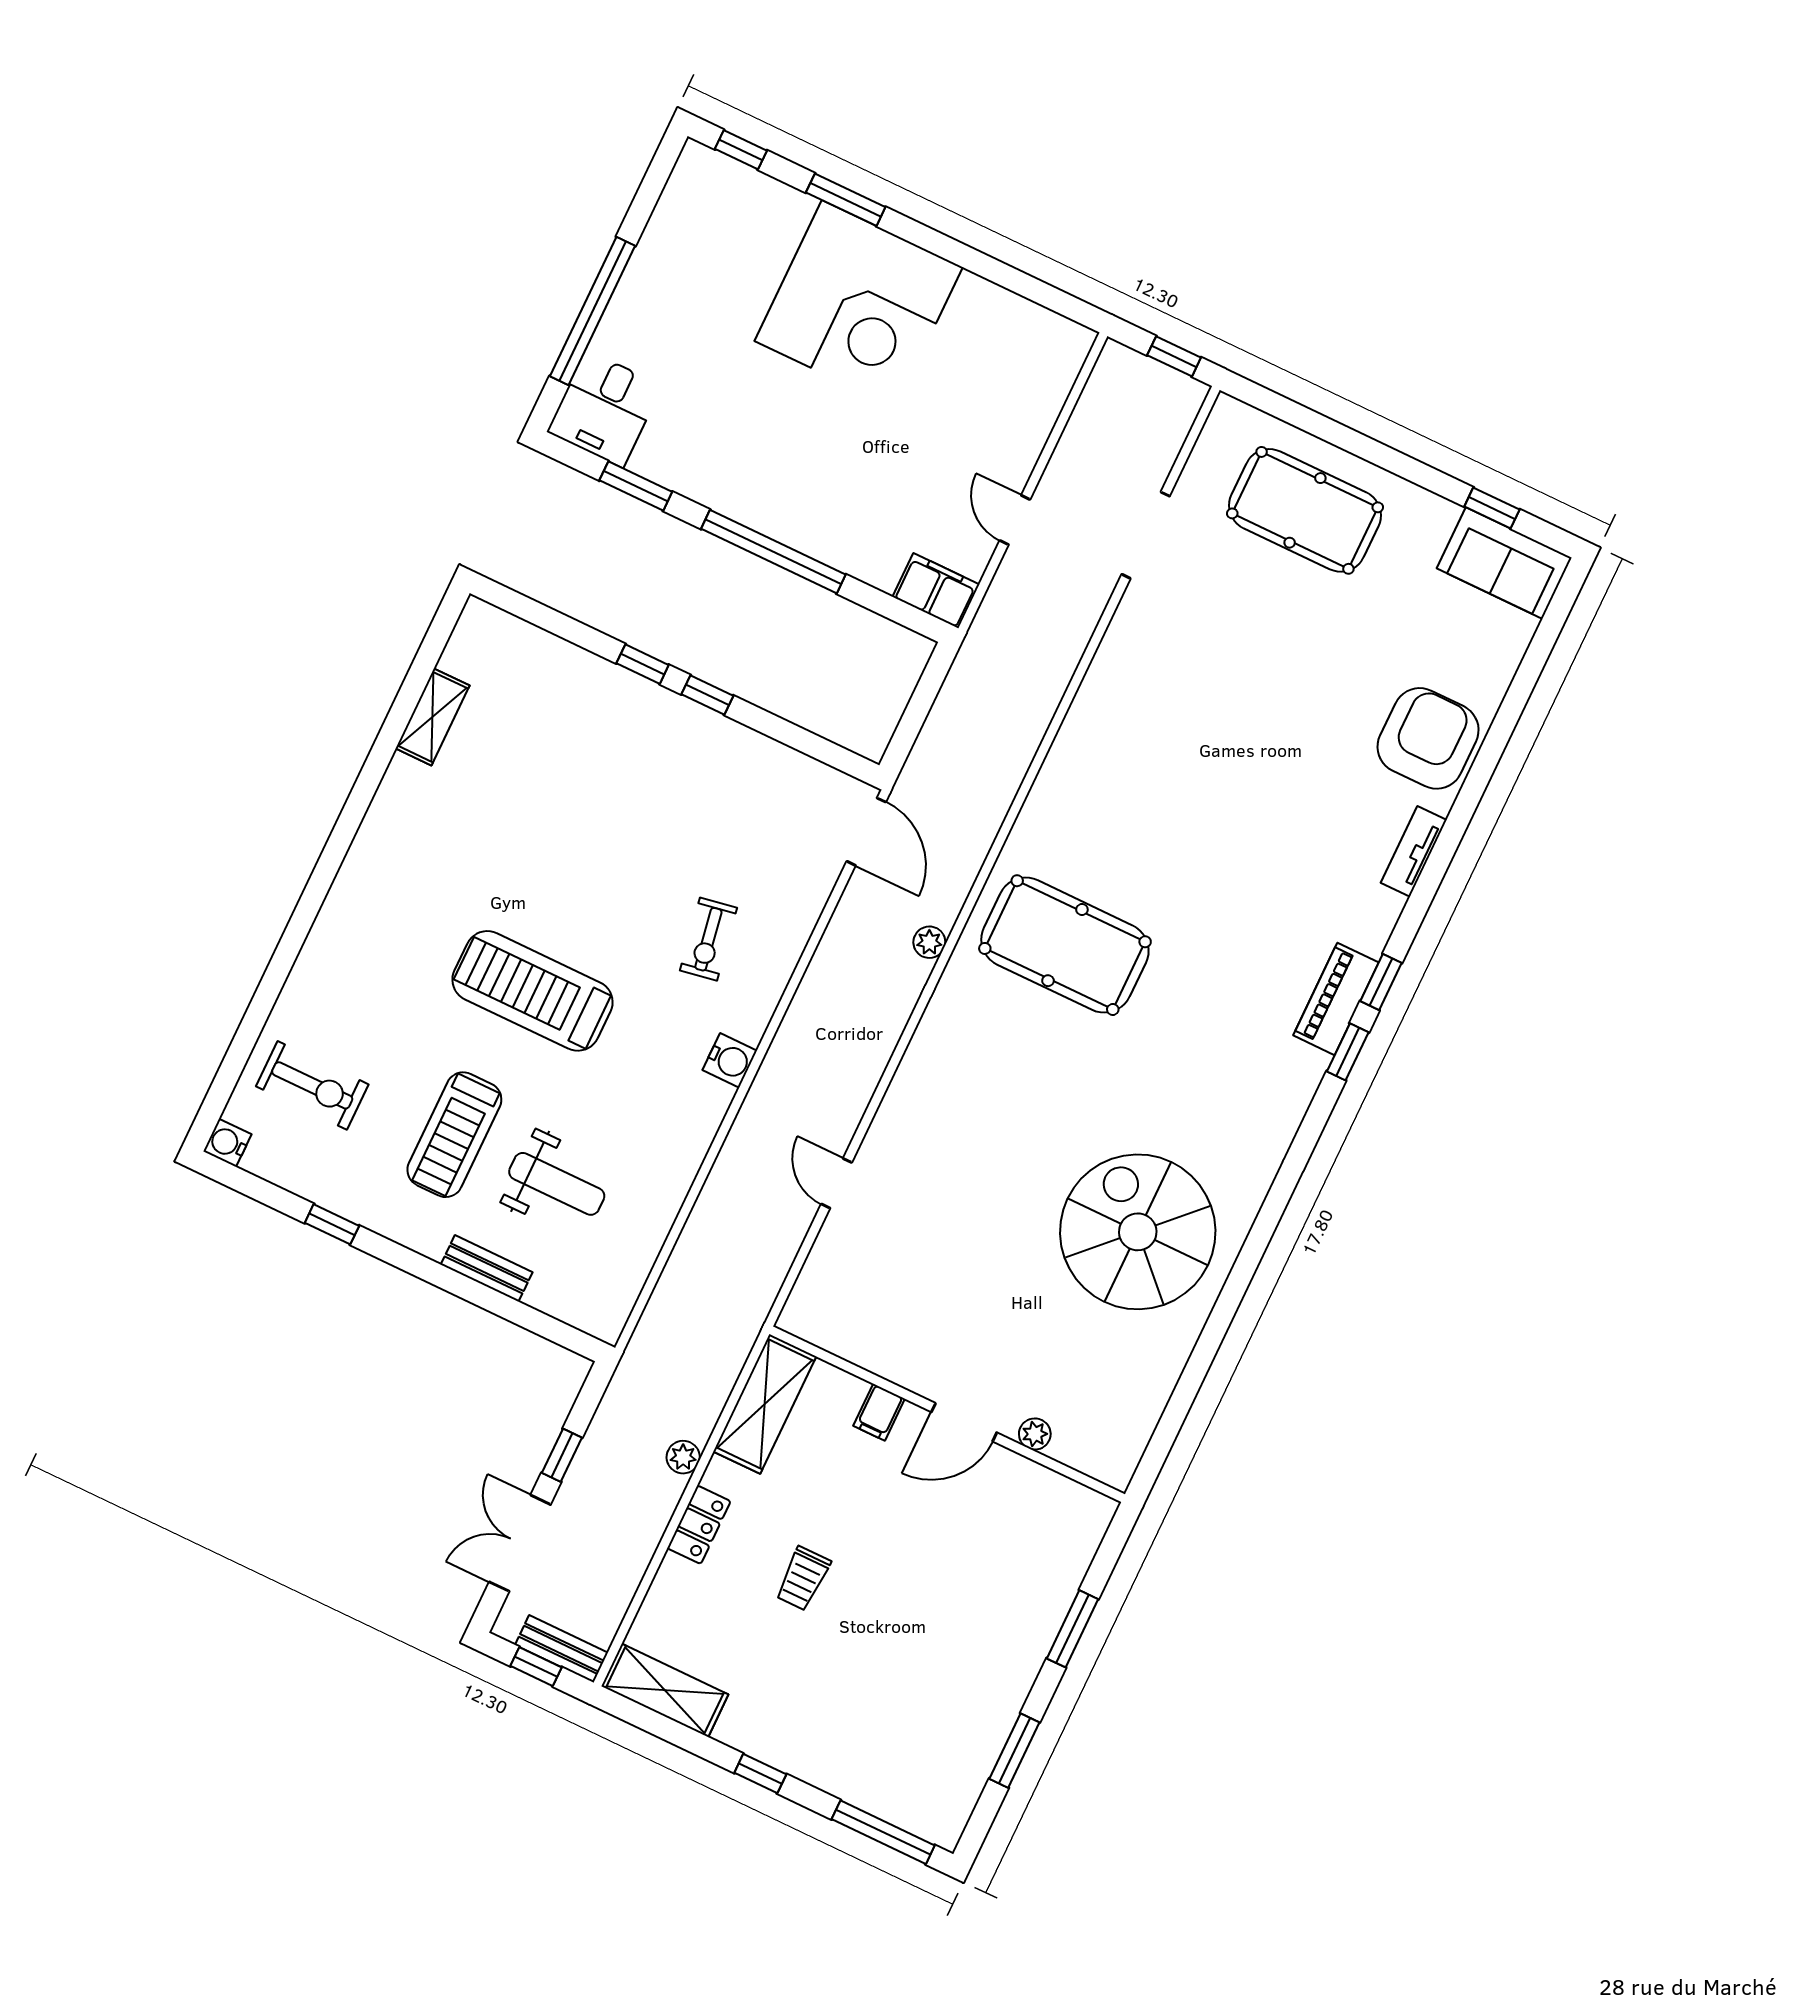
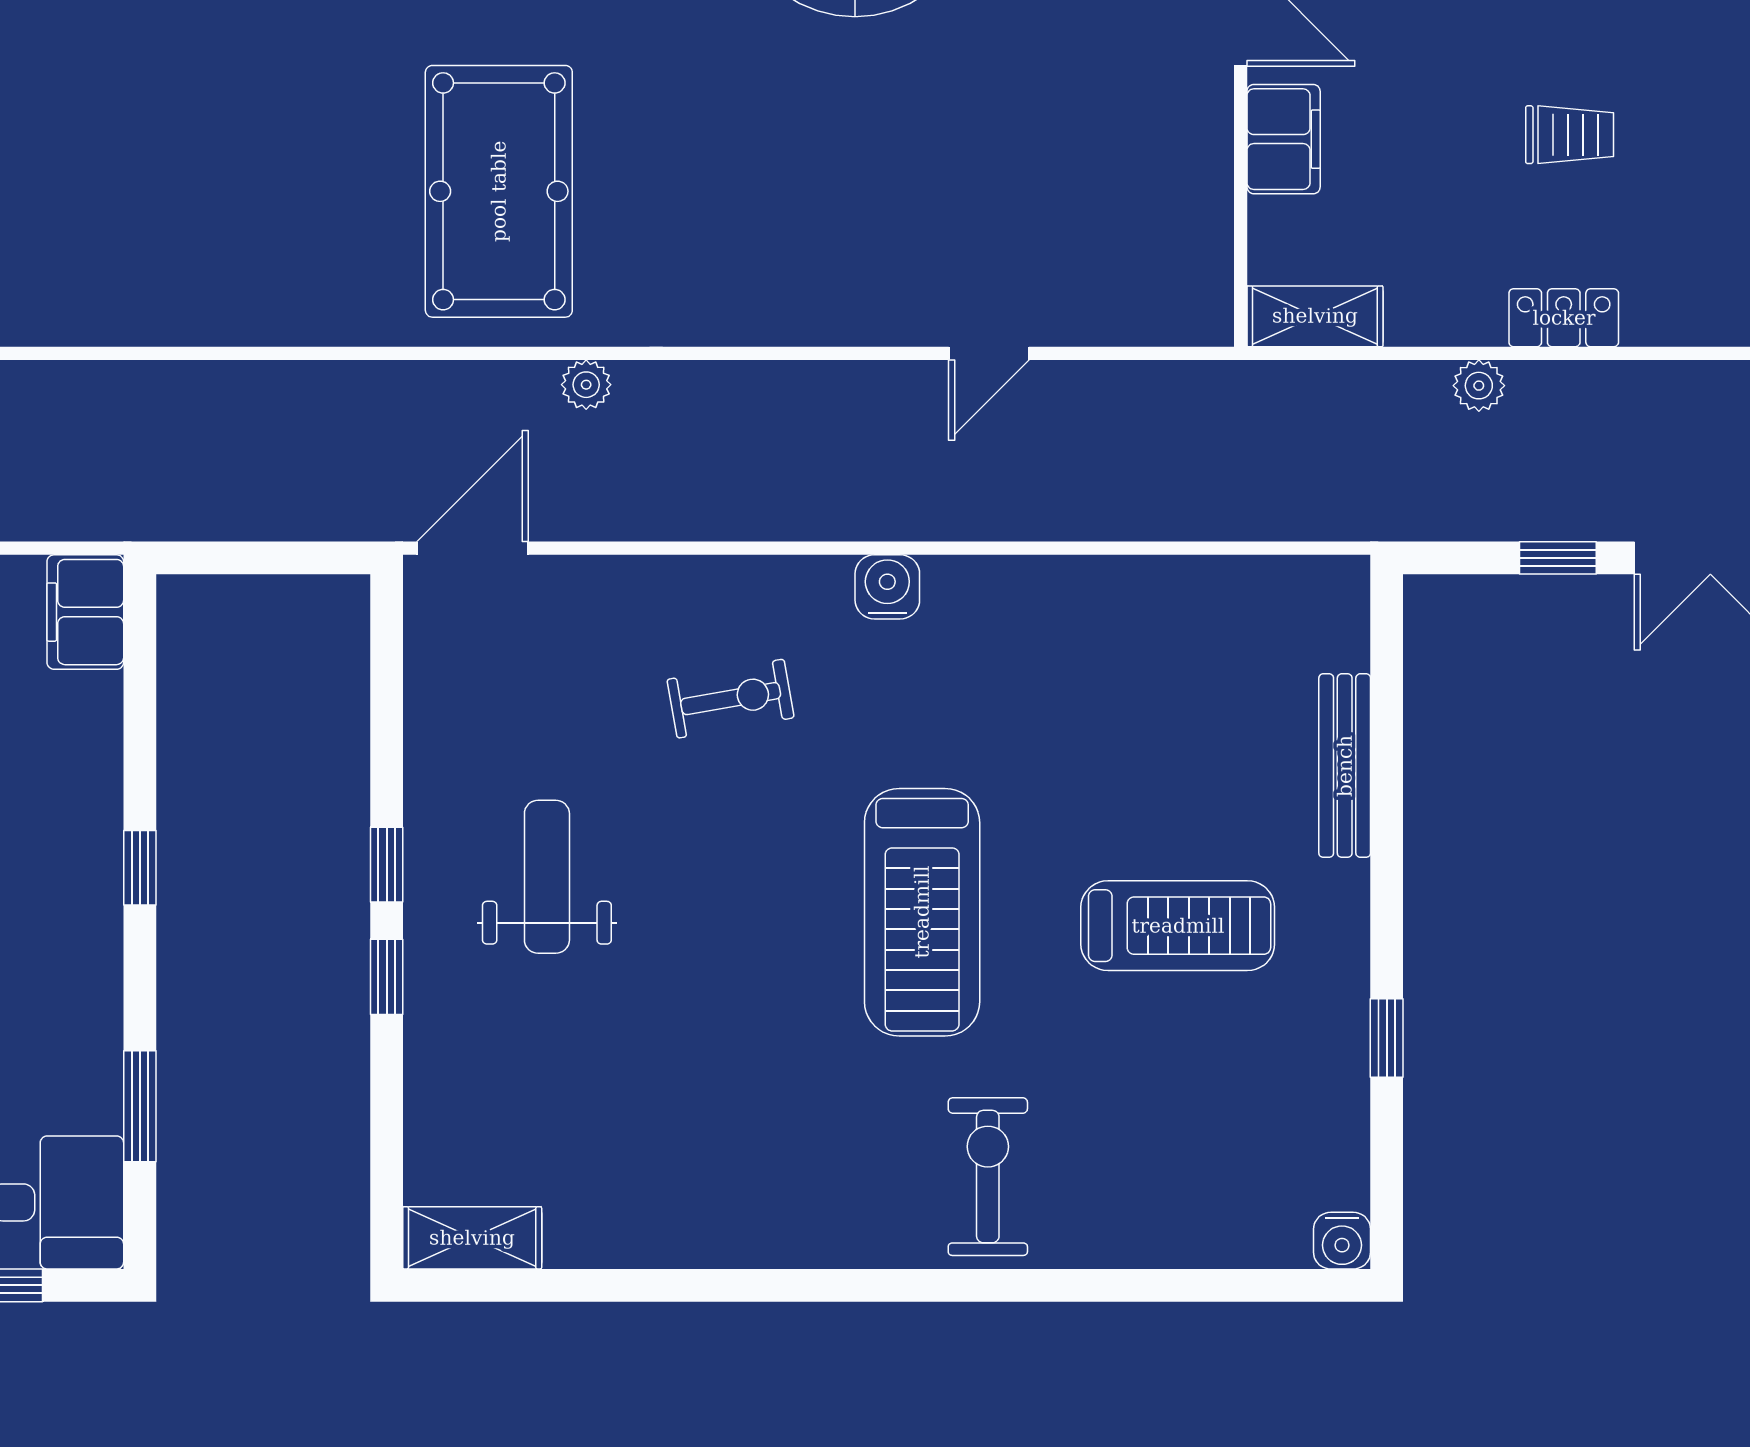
window: (773, 552) -> (140, 868), width x0.32
shelving: (433, 717) -> (472, 1238), moved
exercise bike: (312, 1085) -> (988, 1177), moved
weight bench: (557, 1184) -> (547, 877), moved
bench: (487, 1268) -> (1345, 766), width x1.36
shelving: (765, 1404) -> (1315, 316), width x0.67, depth x0.75
filing cabinet: (879, 1412) -> (1284, 139), width x2.00

